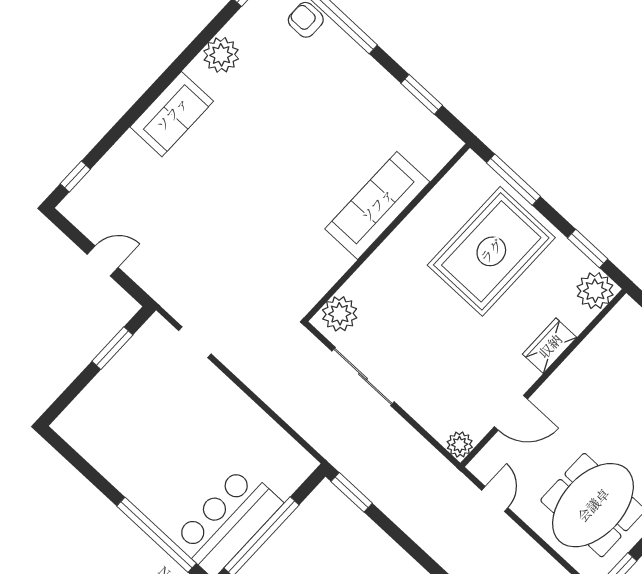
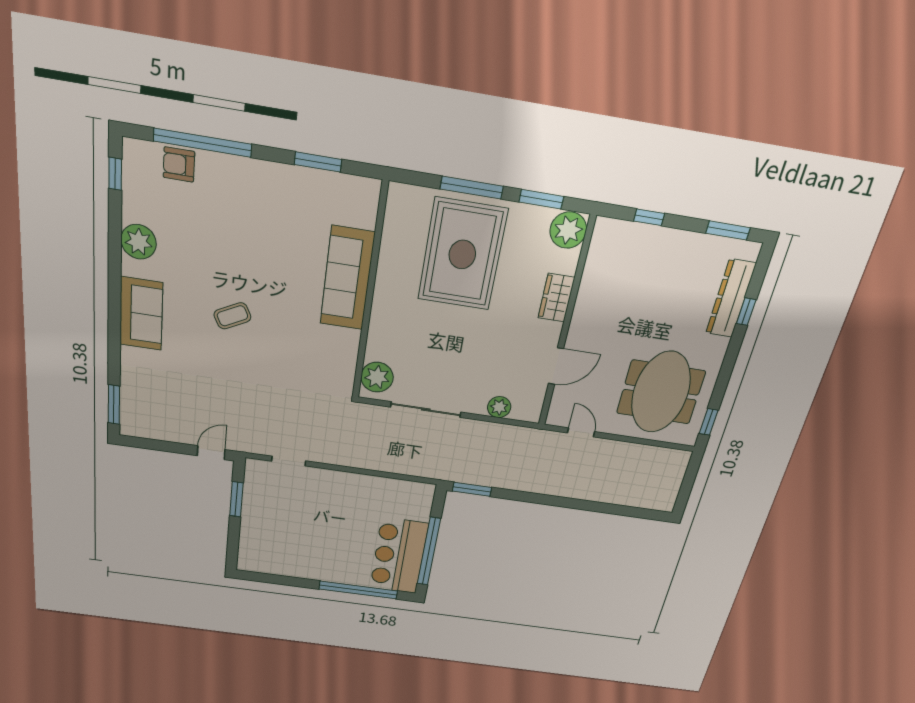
coffee table: (251, 170) -> (232, 316), added
window: (75, 176) -> (114, 405), width x1.50
window: (513, 180) -> (472, 188), moved
door: (103, 261) -> (211, 453), moved
plant: (460, 444) -> (499, 407), moved

